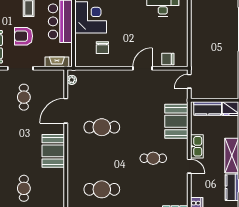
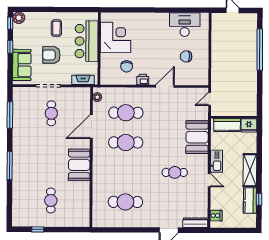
chair: (168, 59) -> (186, 56), moved
printer: (119, 61) -> (143, 80), added
cafe table: (102, 96) -> (126, 113), added

